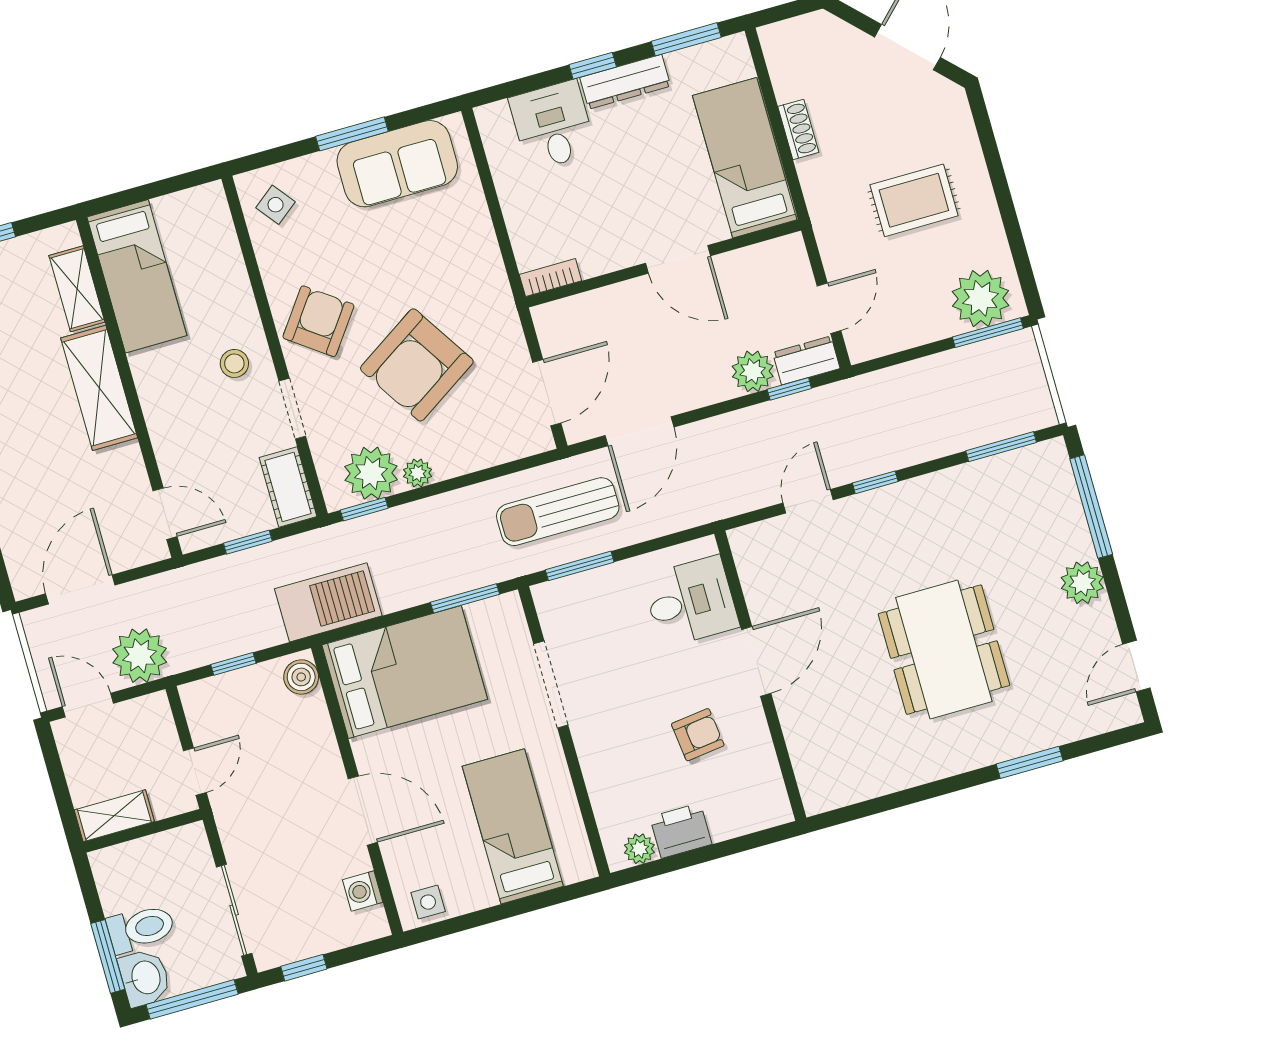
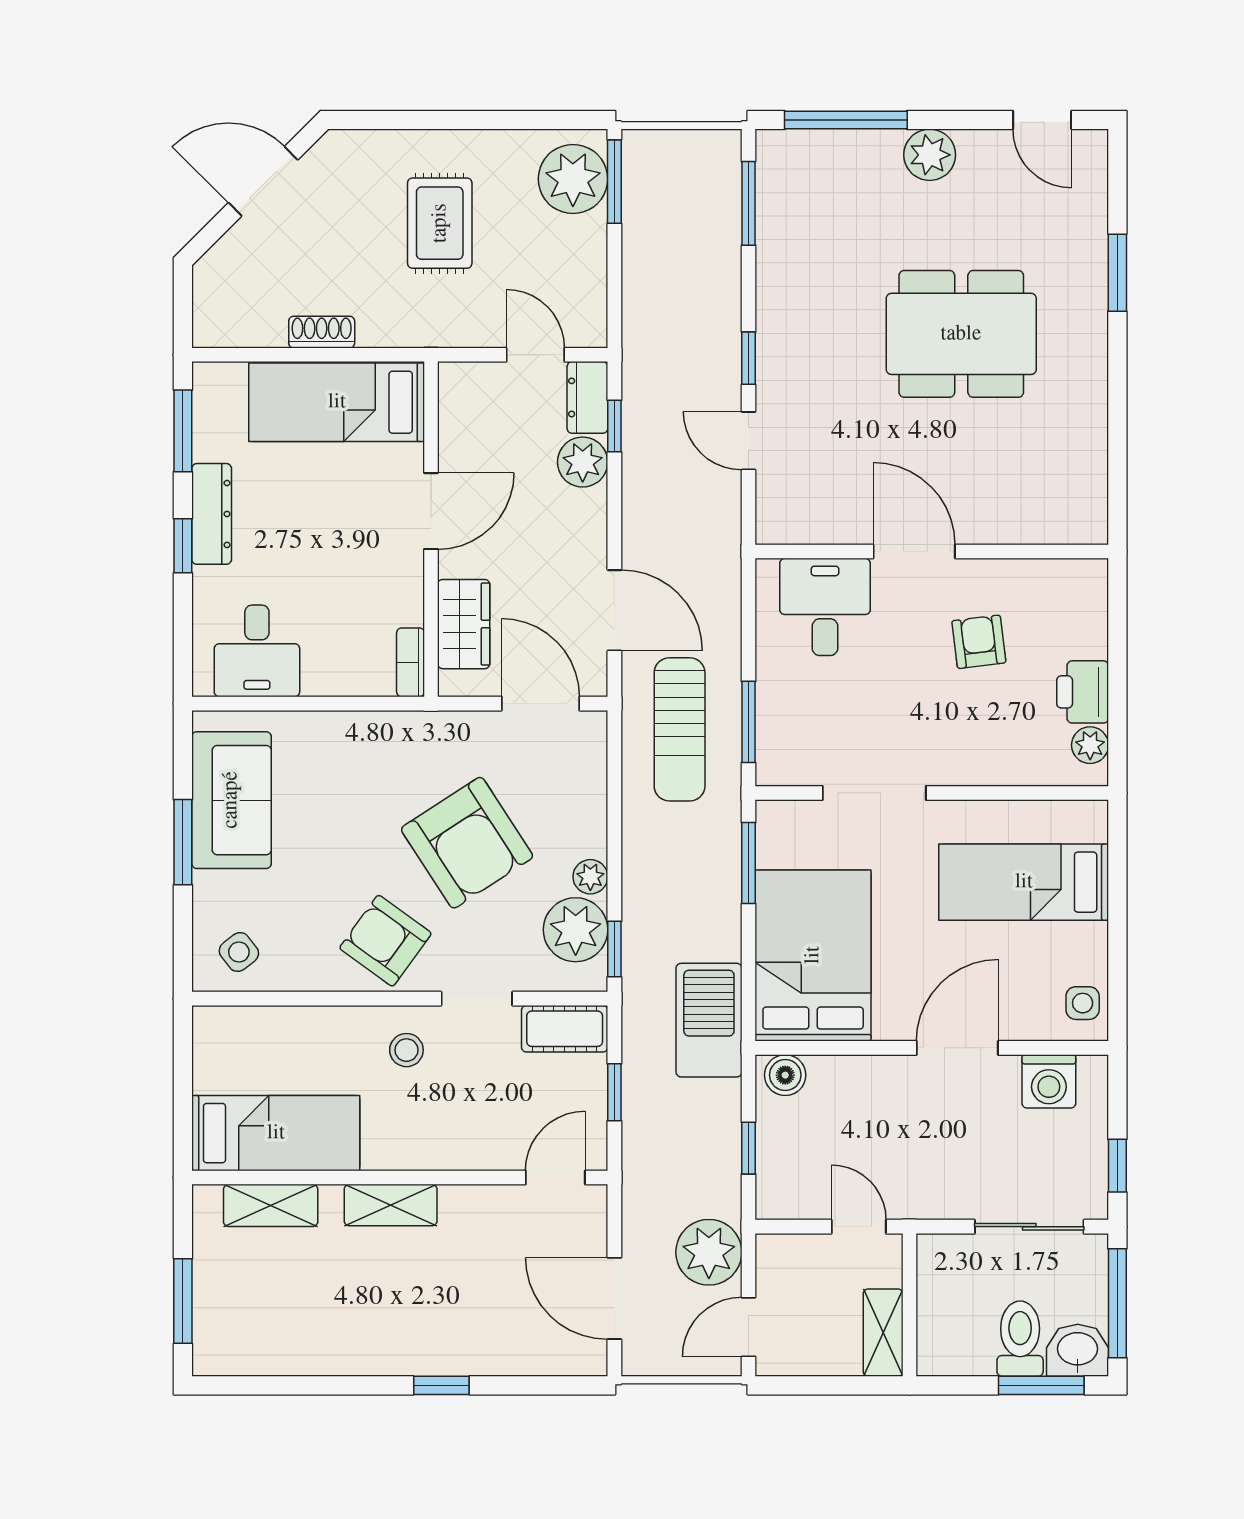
desk: (553, 125) -> (257, 651), moved, turned -90
wardrobe: (594, 312) -> (464, 624), added
shelving: (99, 388) -> (391, 1205), width x0.67, depth x0.75
washing machine: (363, 891) -> (1049, 1081), width x1.38, depth x1.38

